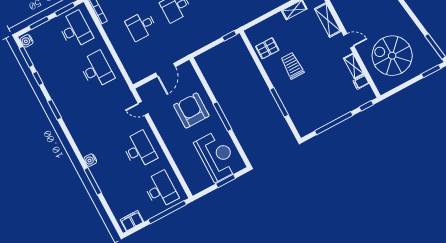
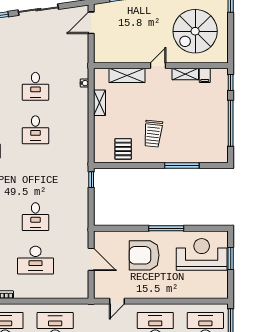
desk: (141, 26) -> (35, 260), width x1.37
trolley: (292, 66) -> (153, 134), turned -84

